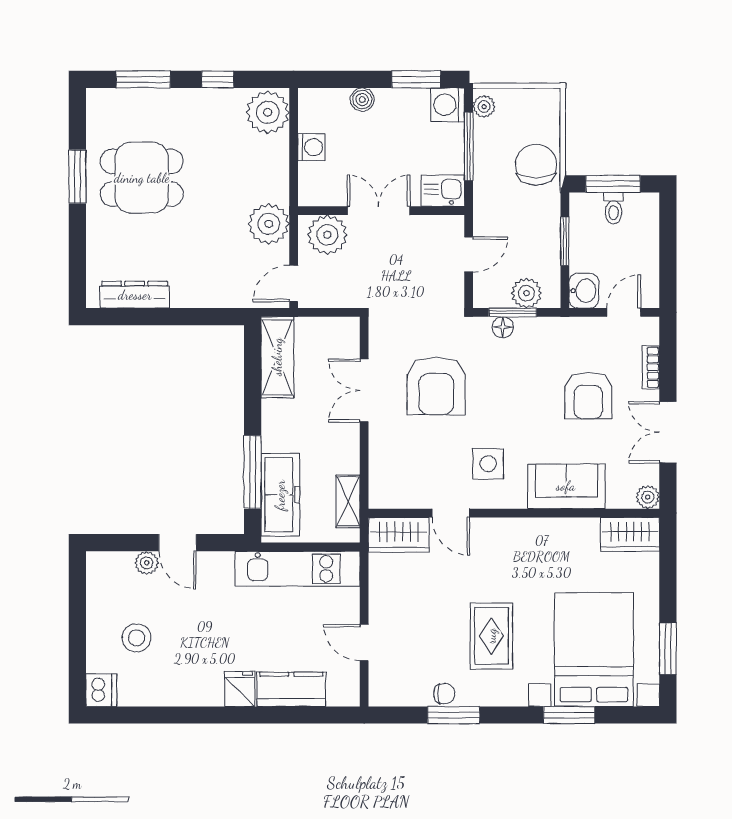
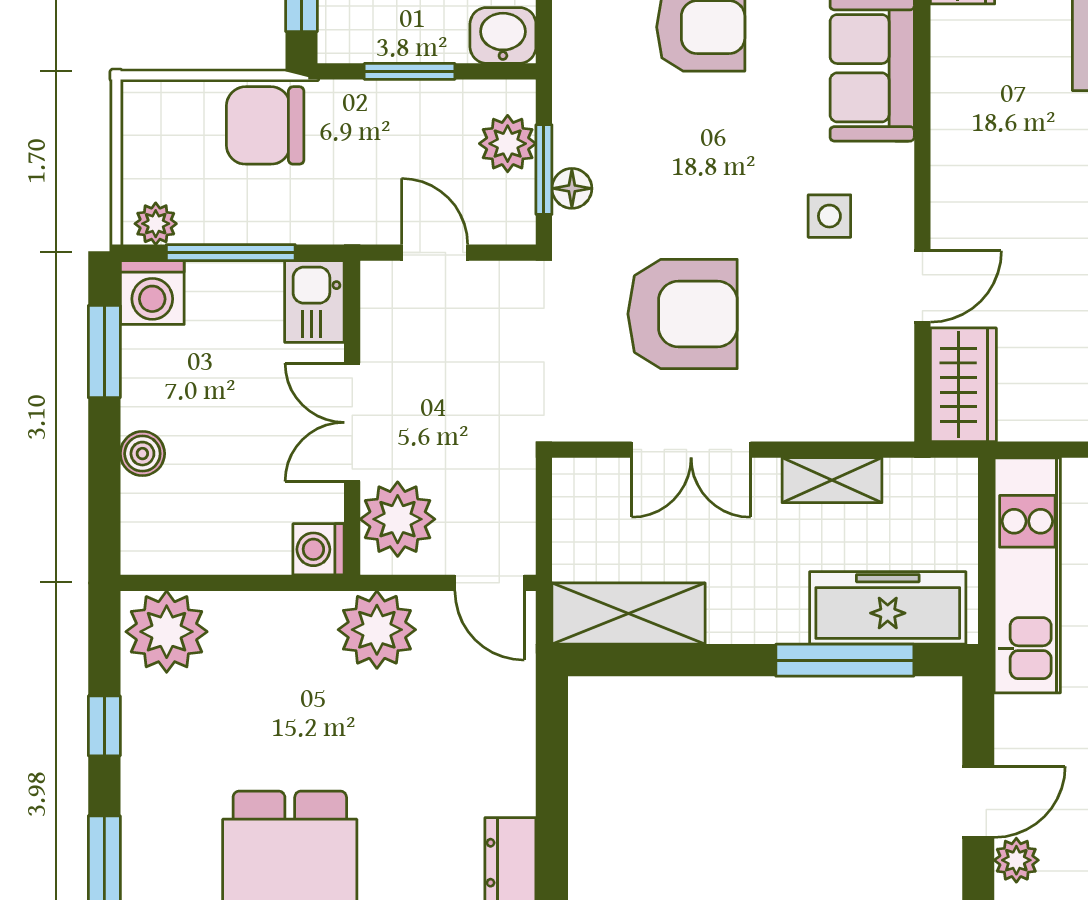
washing machine: (311, 147) -> (319, 549), moved, turned -90
side table: (488, 464) -> (829, 216), width x0.73, depth x0.73
shelving: (348, 501) -> (832, 480), moved

